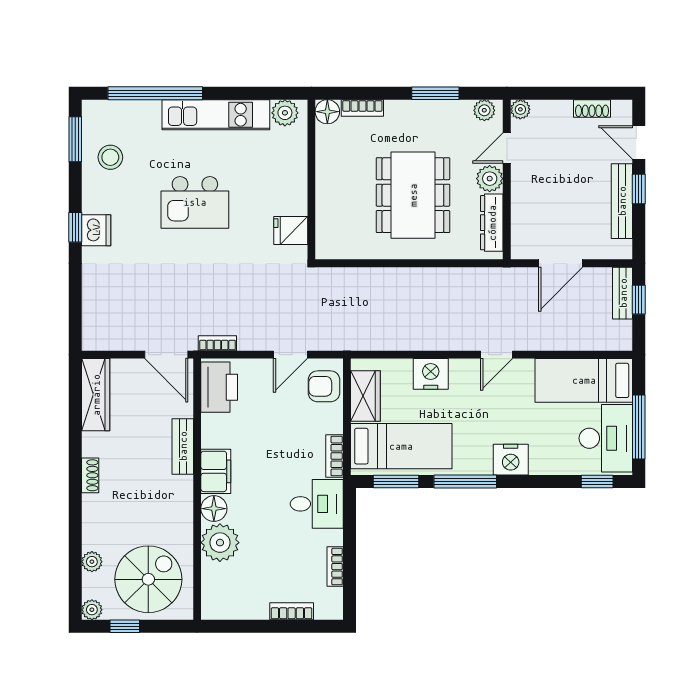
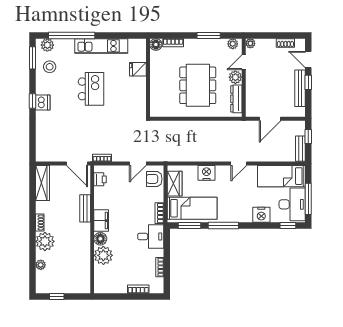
plant: (285, 113) -> (47, 45), moved
kitchen island: (195, 202) -> (91, 89), turned -90
fridge: (291, 231) -> (138, 69), moved
bench: (623, 293) -> (300, 149), moved
printer: (219, 387) -> (100, 179), width x0.53, depth x0.68
nightstand: (511, 460) -> (261, 215), moved
spiral stairs: (148, 579) -> (68, 273), removed
plant: (92, 610) -> (45, 241), moved, width x1.88, depth x1.88

